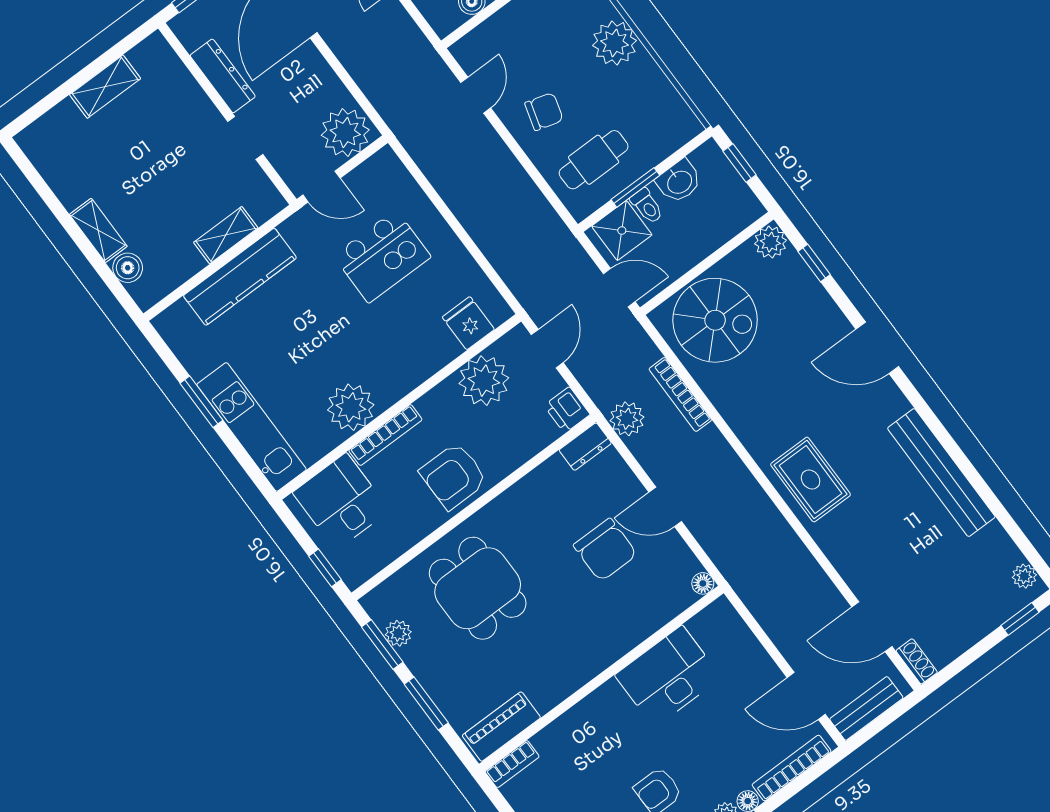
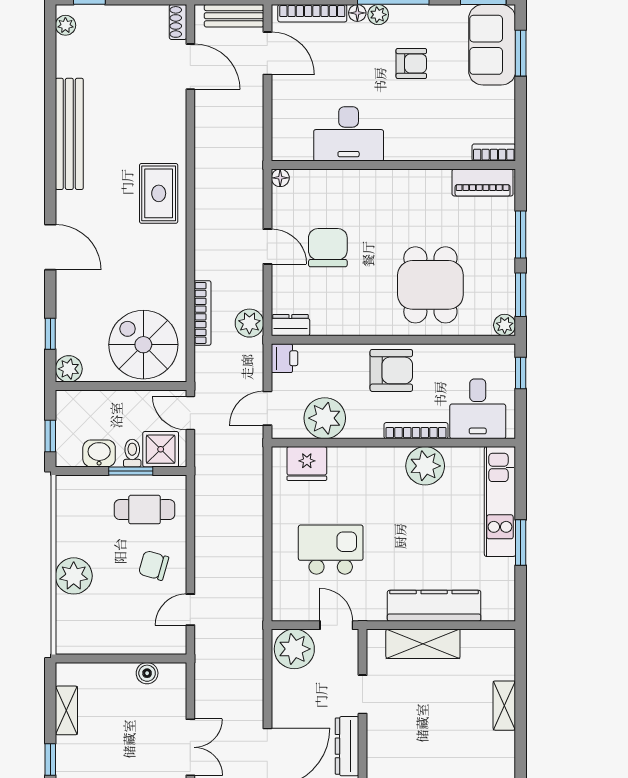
shelving: (226, 235) -> (423, 644), width x1.50, depth x1.33
boiler: (128, 268) -> (503, 667), removed
fridge: (468, 323) -> (307, 464), width x1.38
plant: (398, 633) -> (505, 325), moved

